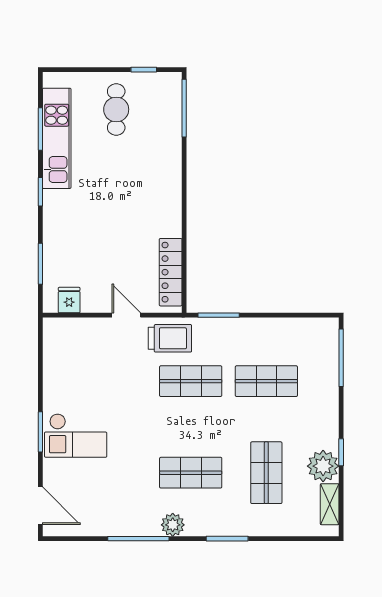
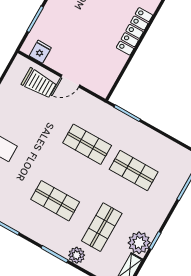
locker: (171, 272) -> (134, 31), moved
door: (126, 315) -> (70, 81), swing flipped
trolley: (170, 338) -> (39, 83), moved
plant: (173, 525) -> (77, 255), moved

